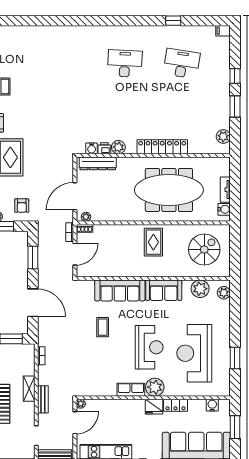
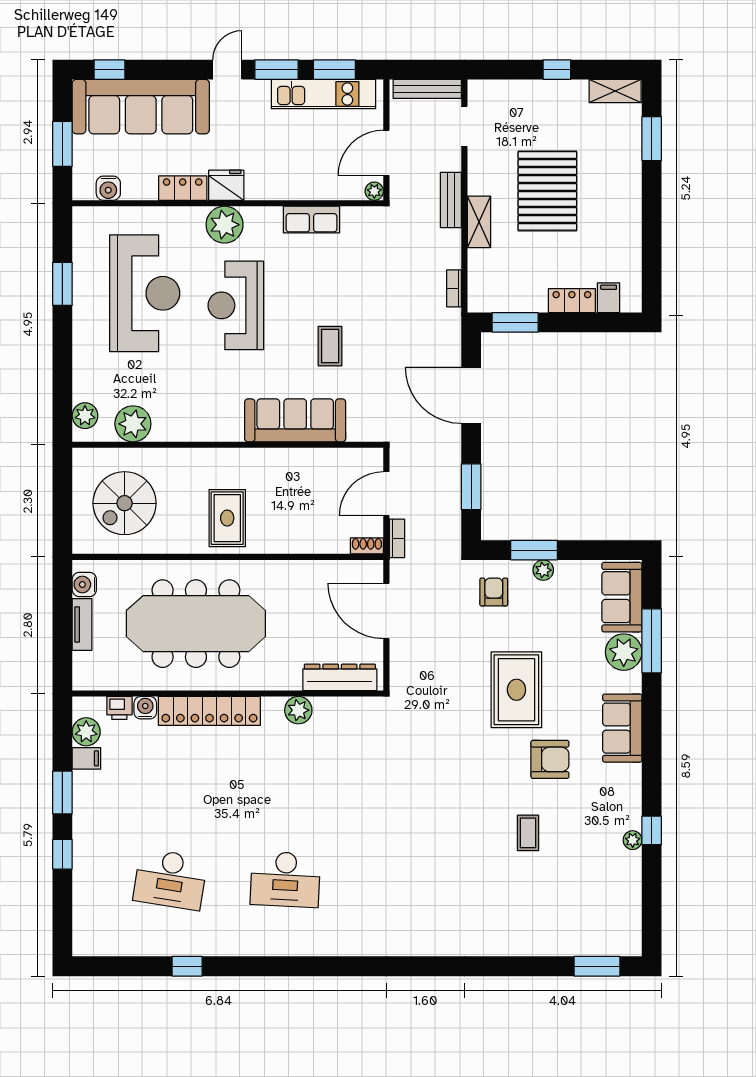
filing cabinet: (223, 31) -> (86, 758), moved
water cooler: (92, 148) -> (145, 708), moved
printer: (104, 148) -> (119, 708), moved
door: (75, 196) -> (386, 611), swing flipped
plant: (86, 217) -> (364, 569), removed
sofa: (164, 290) -> (207, 421), removed
row of seats: (131, 390) -> (312, 220), moved

